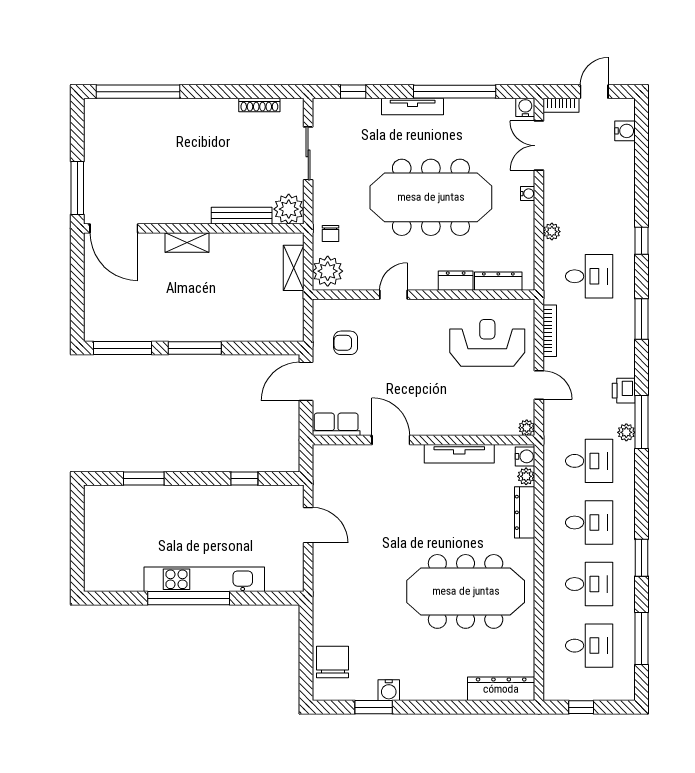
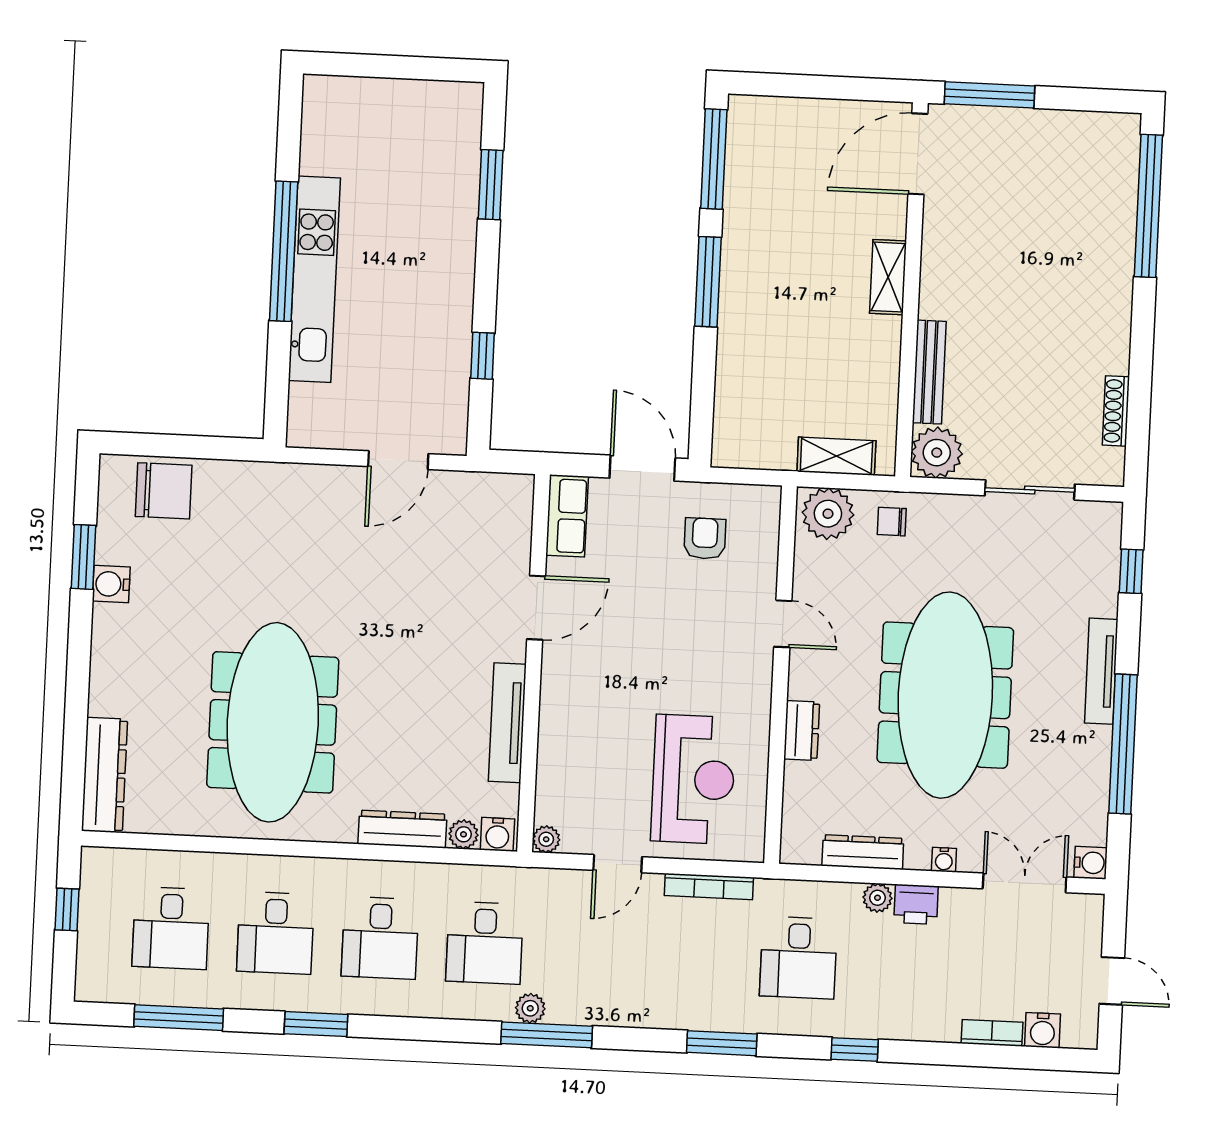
bookcase: (561, 105) -> (992, 1033), moved, turned 90
dresser: (498, 281) -> (863, 852), moved, turned -90
printer: (624, 391) -> (916, 904), moved, turned 180

